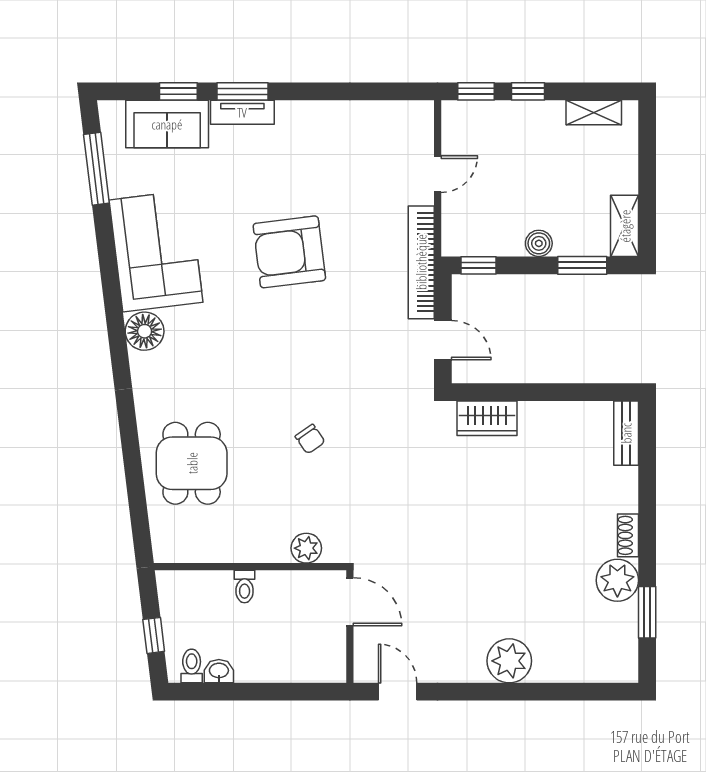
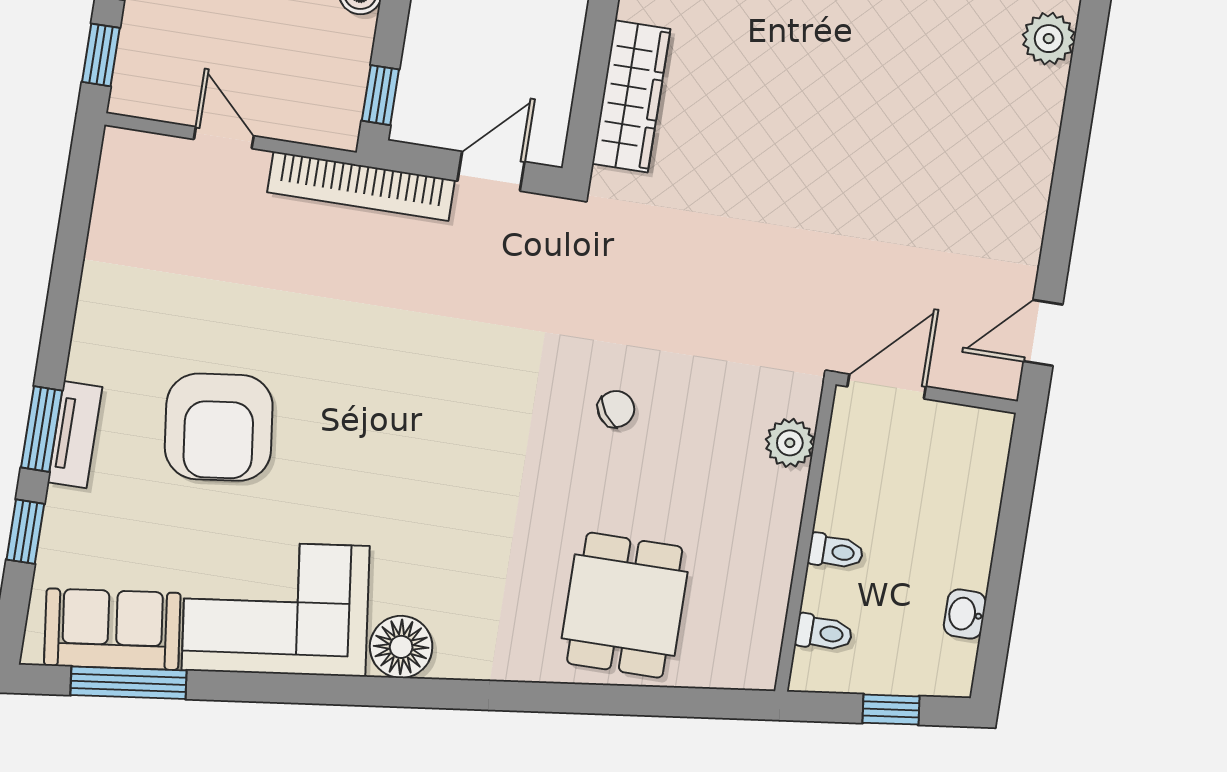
sofa: (167, 124) -> (112, 629), moved, turned -97
armchair: (289, 252) -> (219, 427), moved
wardrobe: (487, 418) -> (631, 96), width x1.50
dining table: (192, 463) -> (625, 605), turned 90
plant: (509, 661) -> (1049, 39), moved, width x0.73, depth x0.73
toilet: (192, 666) -> (824, 633), moved, turned 180

